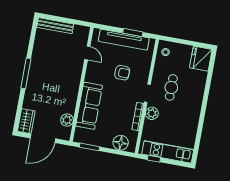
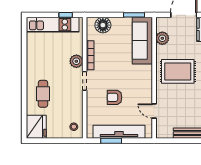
rug: (58, 86) -> (178, 71), added
cafe table: (171, 87) -> (43, 94), moved
sofa: (89, 106) -> (142, 41), moved

